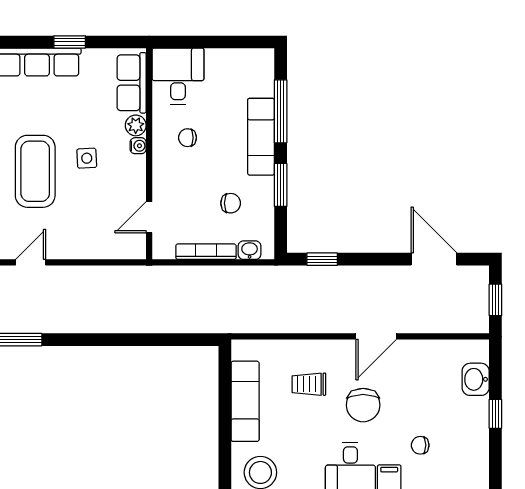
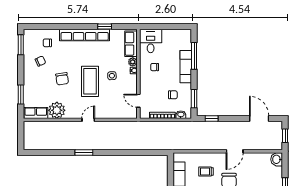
window: (281, 185) -> (194, 99), moved
door: (149, 217) -> (138, 101), hinge flipped
washbasin: (476, 379) -> (277, 159), moved

